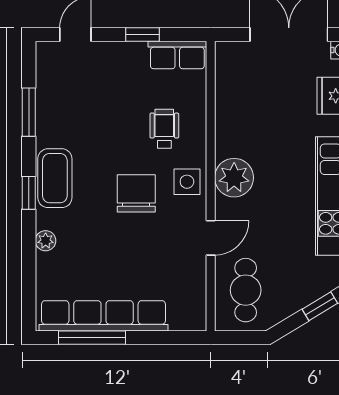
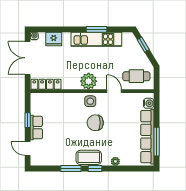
row of seats: (177, 55) -> (36, 128), moved
locker: (227, 78) -> (46, 84), added
window: (29, 112) -> (71, 168), moved
wheelchair: (164, 129) -> (68, 111), removed
water cooler: (182, 319) -> (149, 103), added

